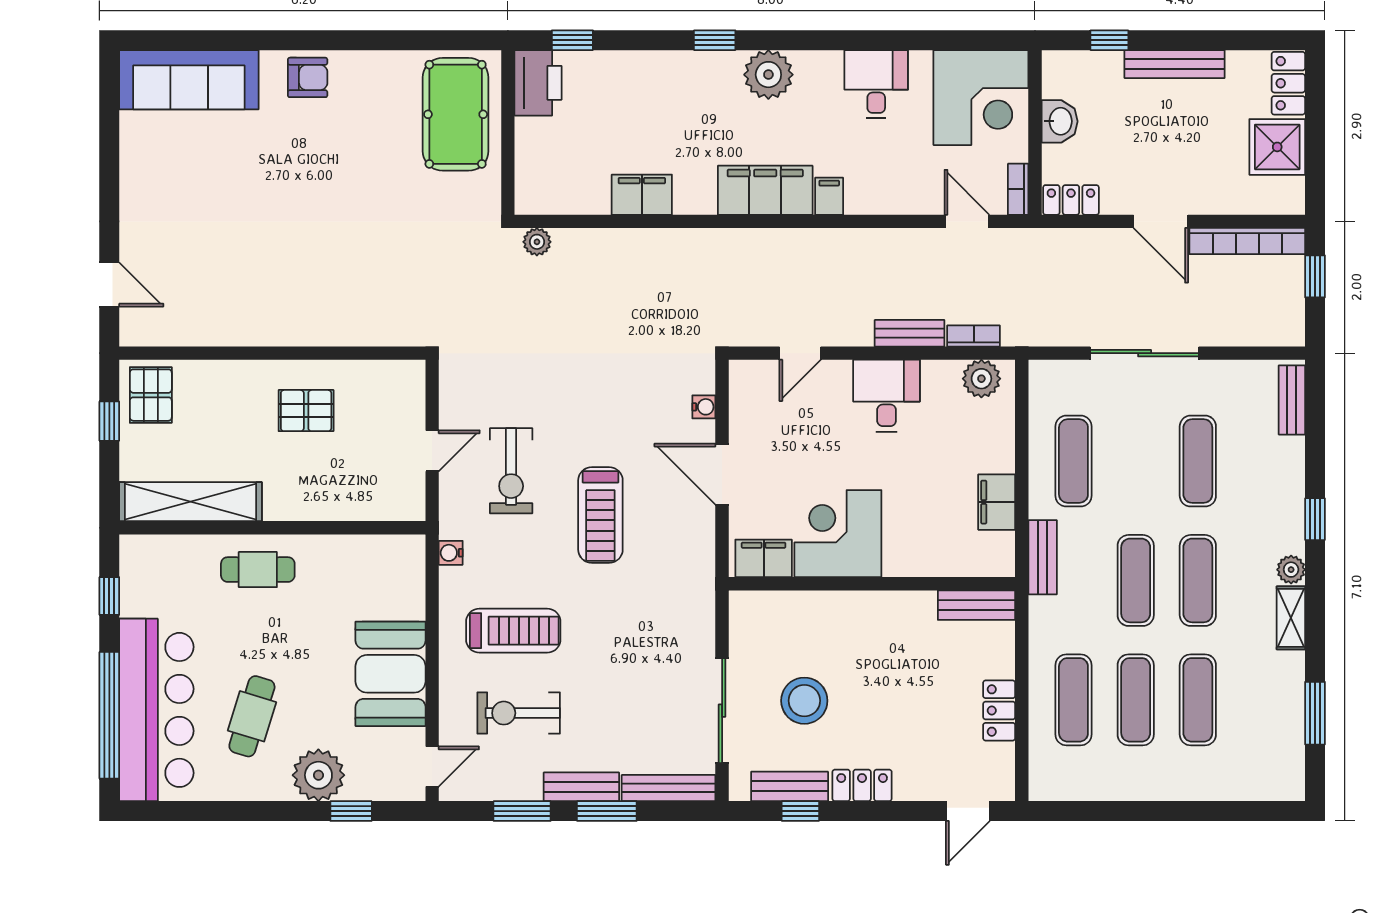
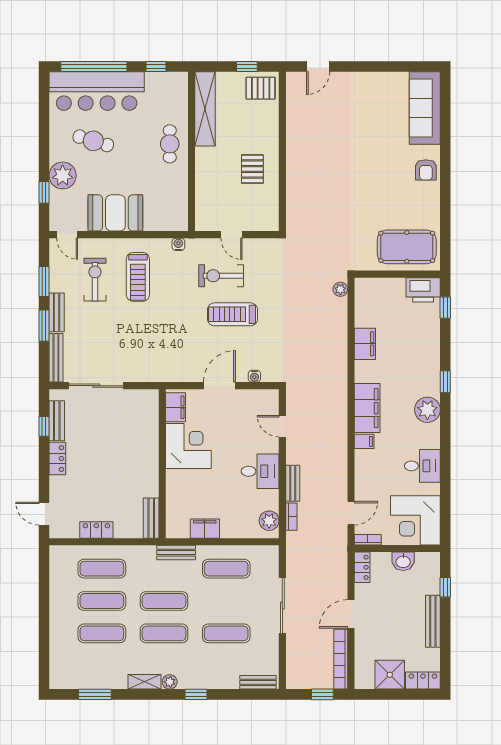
treadmill: (600, 515) -> (232, 314), moved
stool: (804, 701) -> (101, 428), removed

